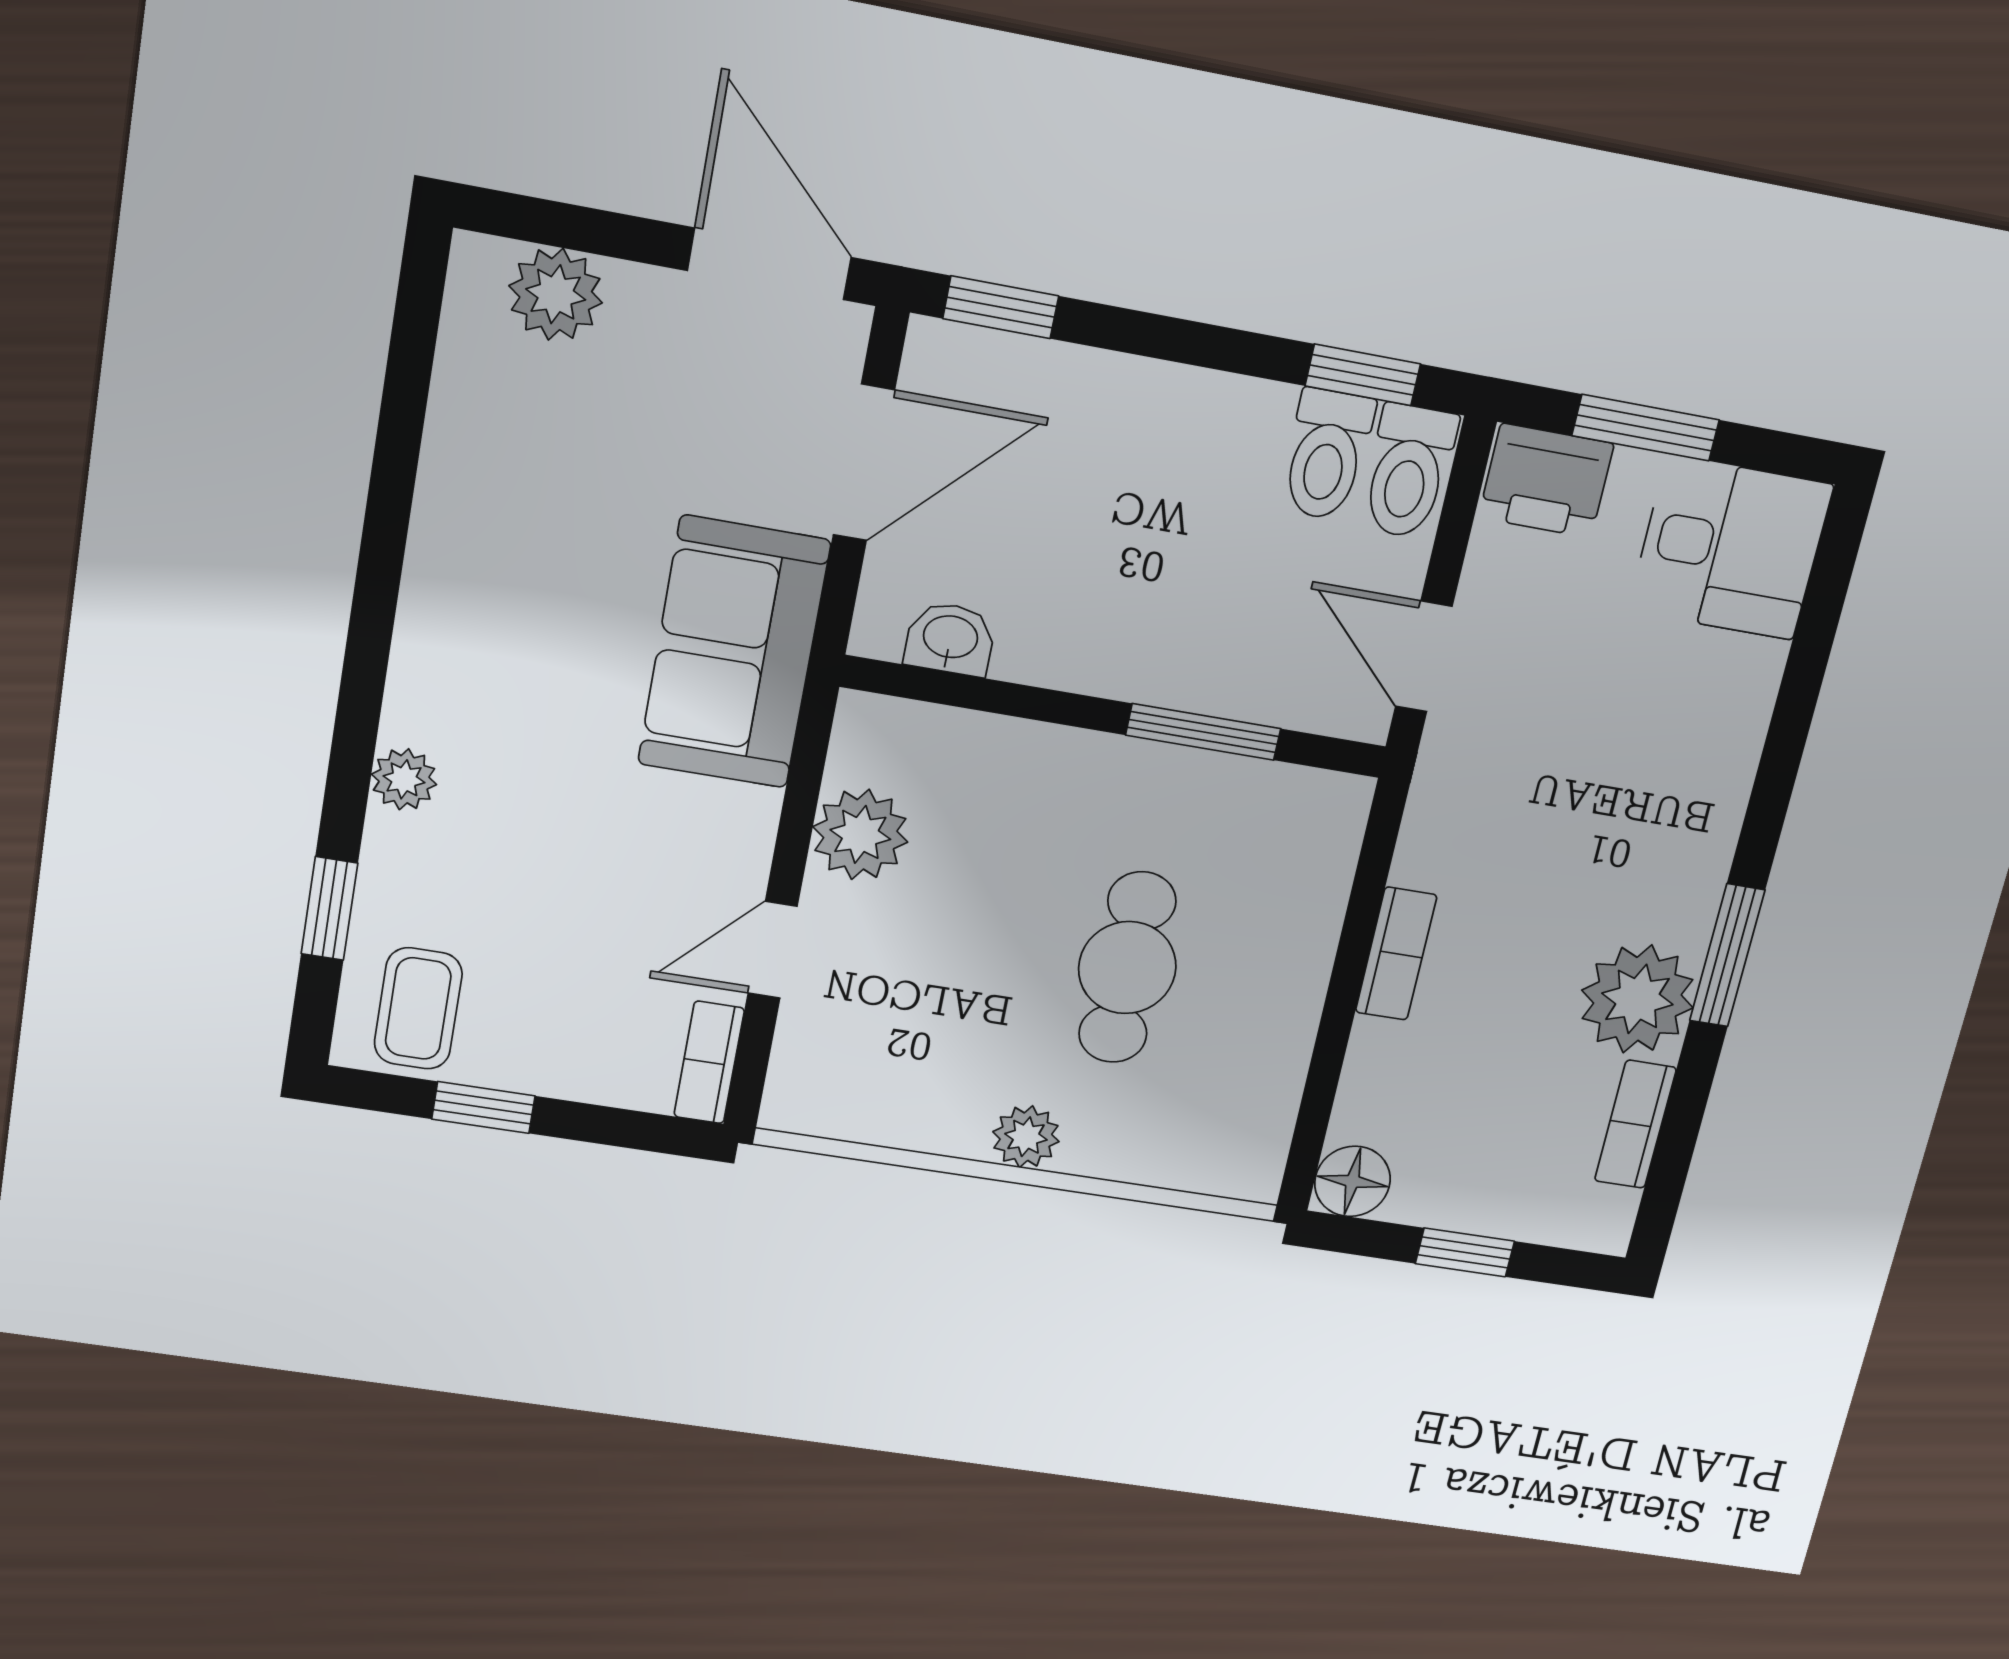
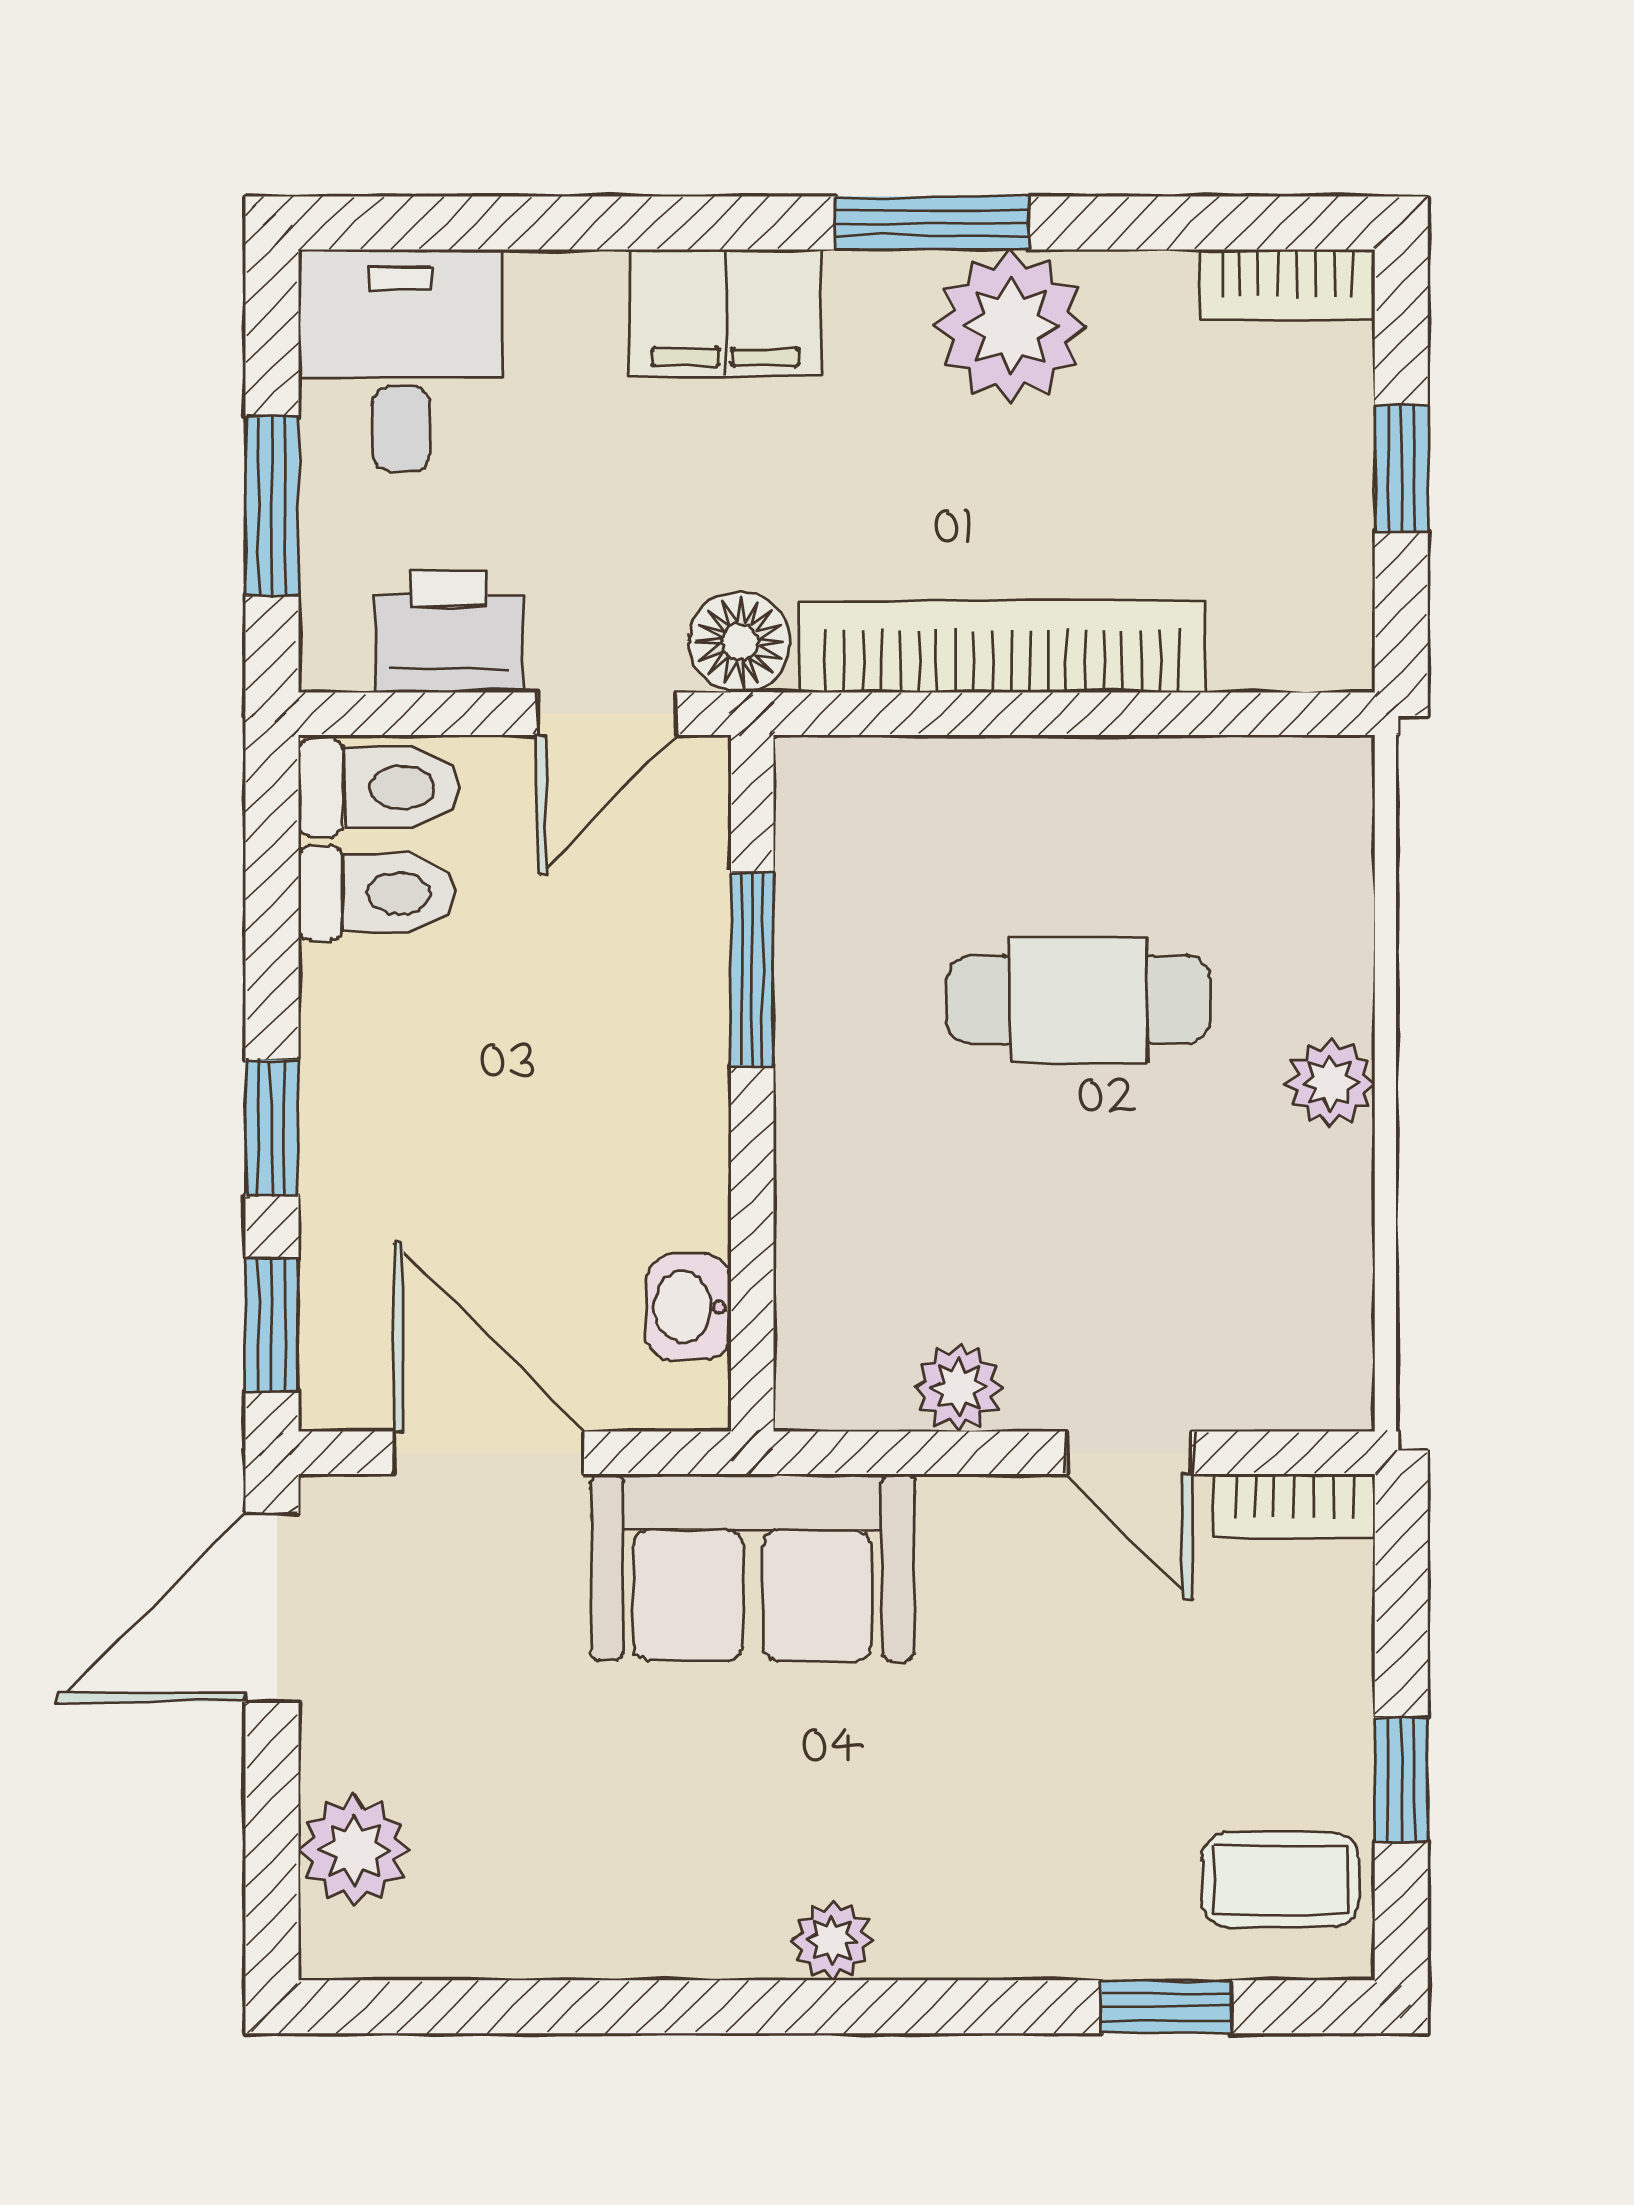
window: (1363, 375) -> (272, 1128), moved
printer: (1546, 481) -> (449, 632), moved, turned -90
plant: (404, 779) -> (832, 1940), moved
filing cabinet: (1702, 796) -> (725, 313), added
plant: (860, 834) -> (959, 1387), width x0.73, depth x0.73
bookcase: (1396, 954) -> (1002, 647), width x2.31, depth x1.31
bookcase: (1635, 1124) -> (1287, 285), moved
floor lamp: (1352, 1181) -> (740, 642), moved

